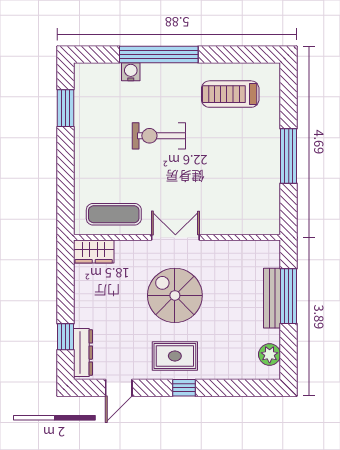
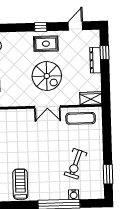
treadmill: (230, 94) -> (20, 184), turned -90
exercise bike: (159, 136) -> (76, 164), moved, turned 111
dresser: (83, 353) -> (95, 60), moved

